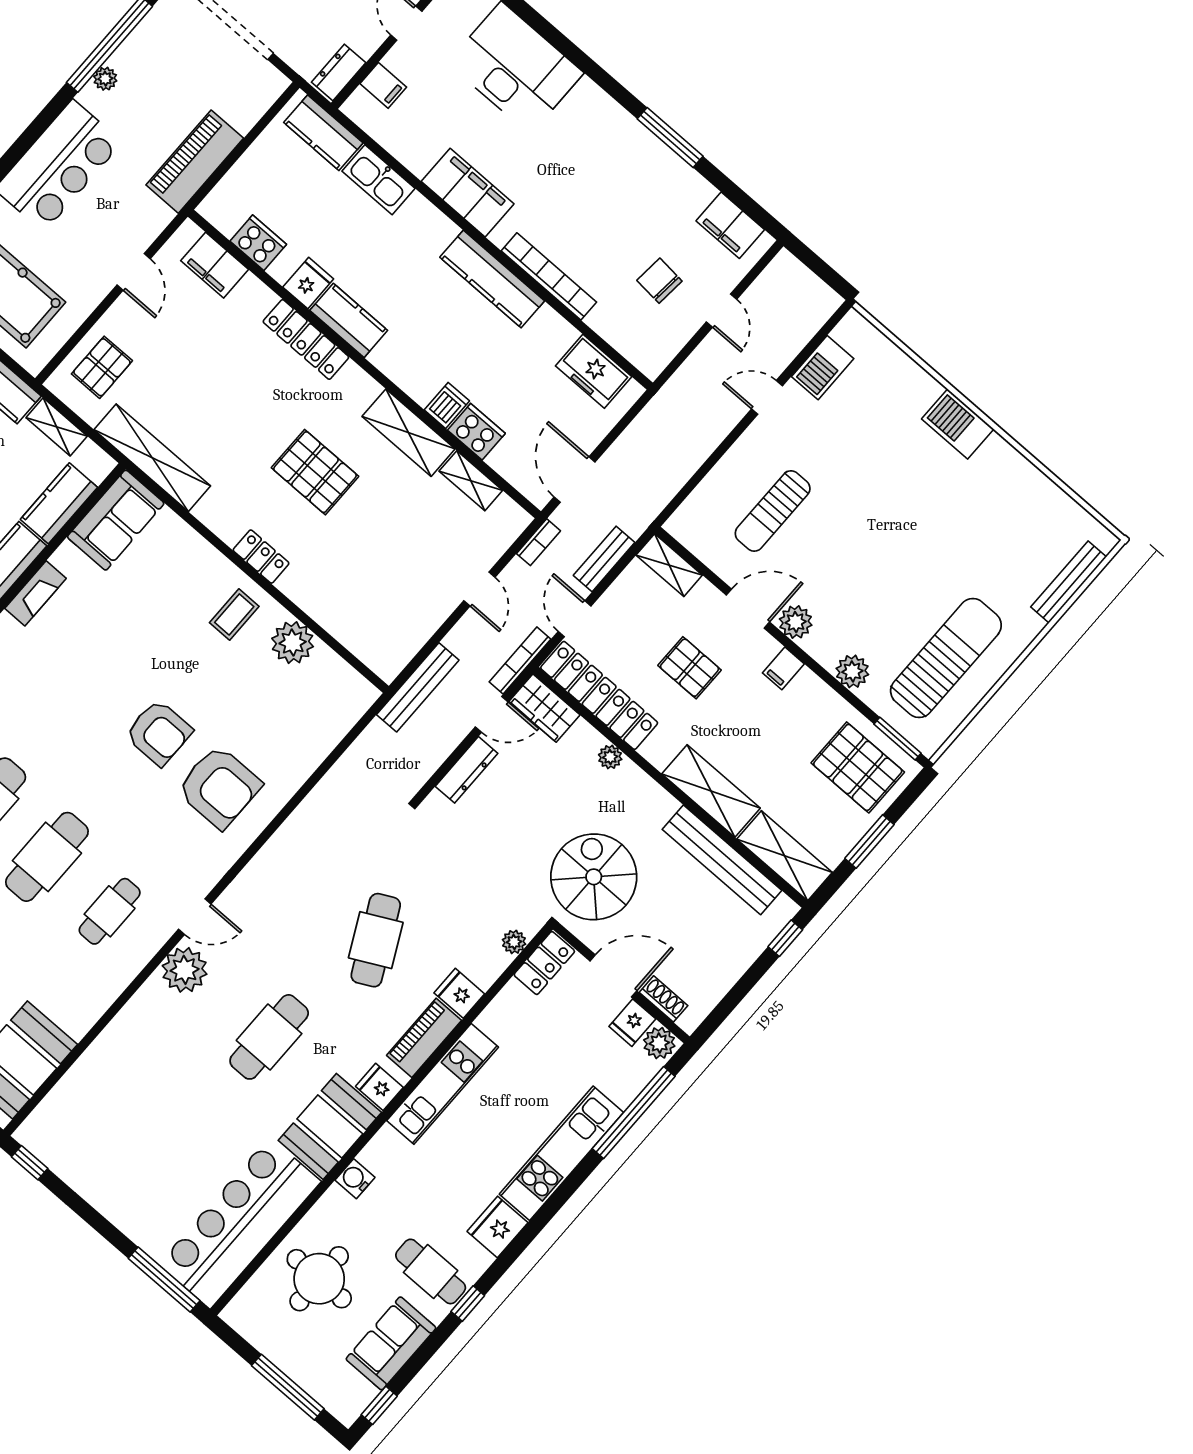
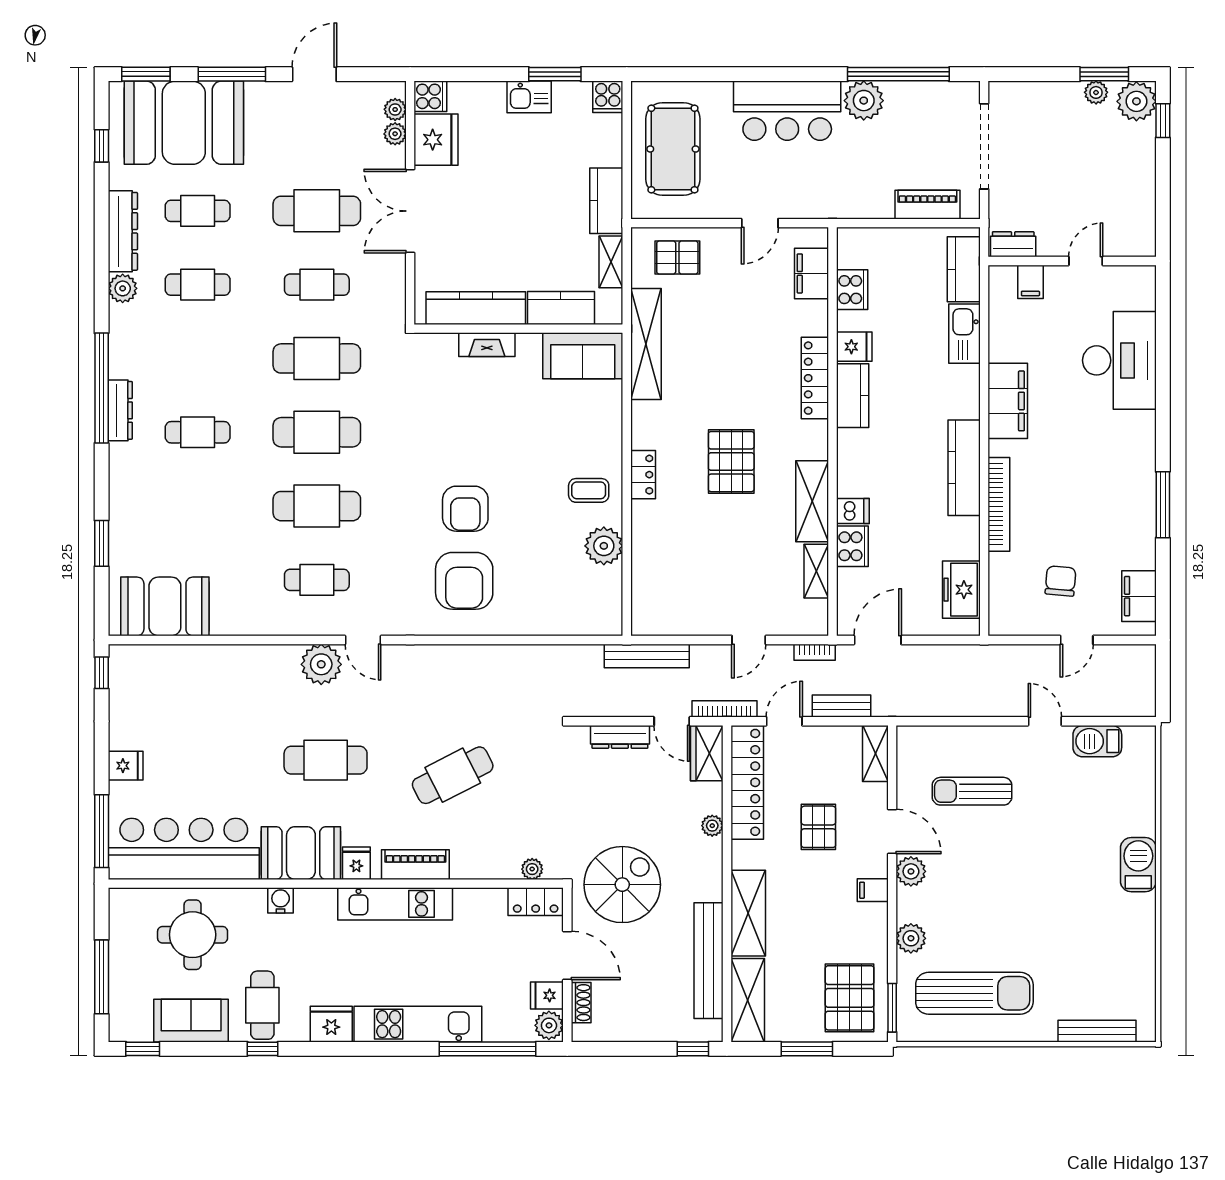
plant: (105, 79) -> (864, 101), width x1.88, depth x1.88
piano: (195, 162) -> (927, 205), moved, width x0.73, depth x0.75
fridge: (459, 993) -> (126, 766), moved, turned 90

